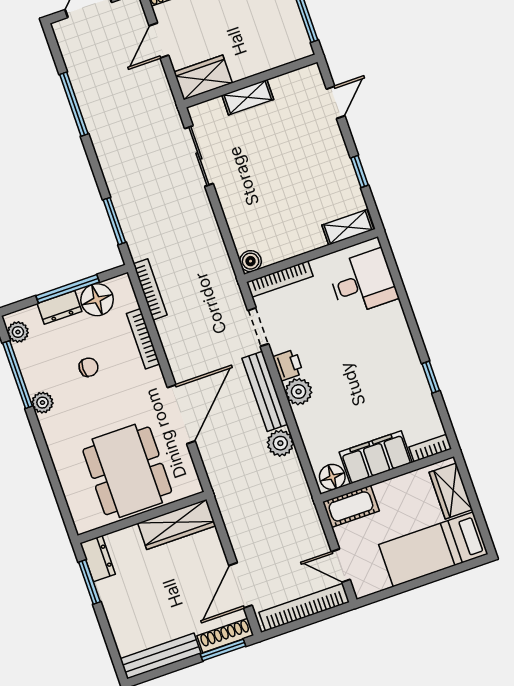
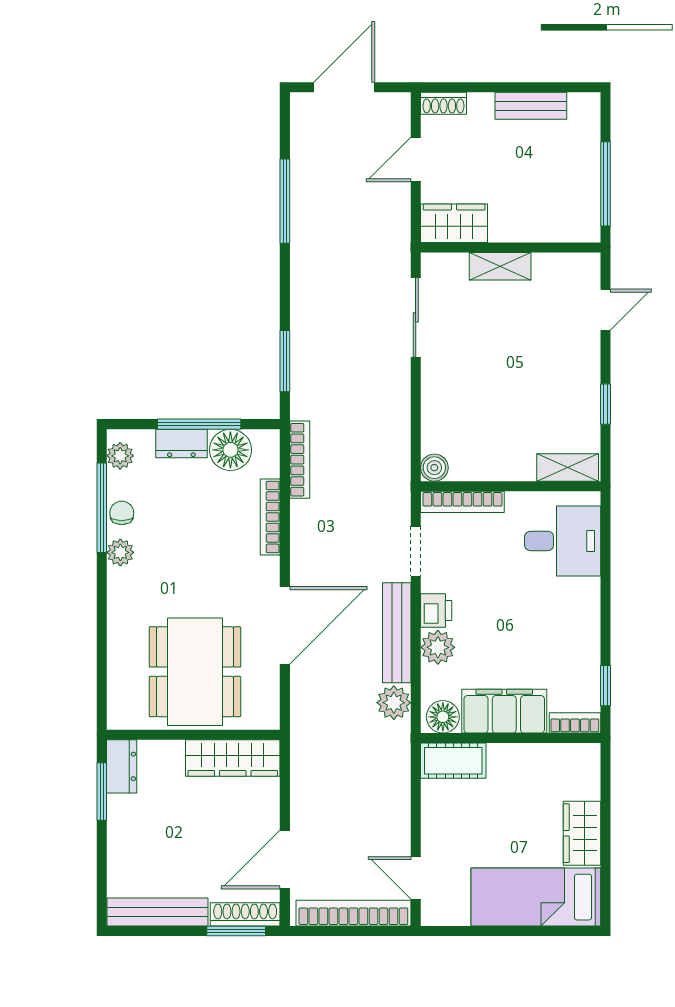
chair: (89, 367) -> (122, 513), moved, turned -90
bookcase: (430, 448) -> (575, 723), moved
filing cabinet: (376, 457) -> (504, 711), moved
wall: (387, 475) -> (511, 738), moved
floor lamp: (332, 477) -> (443, 717), moved
cot: (351, 506) -> (453, 761), moved

